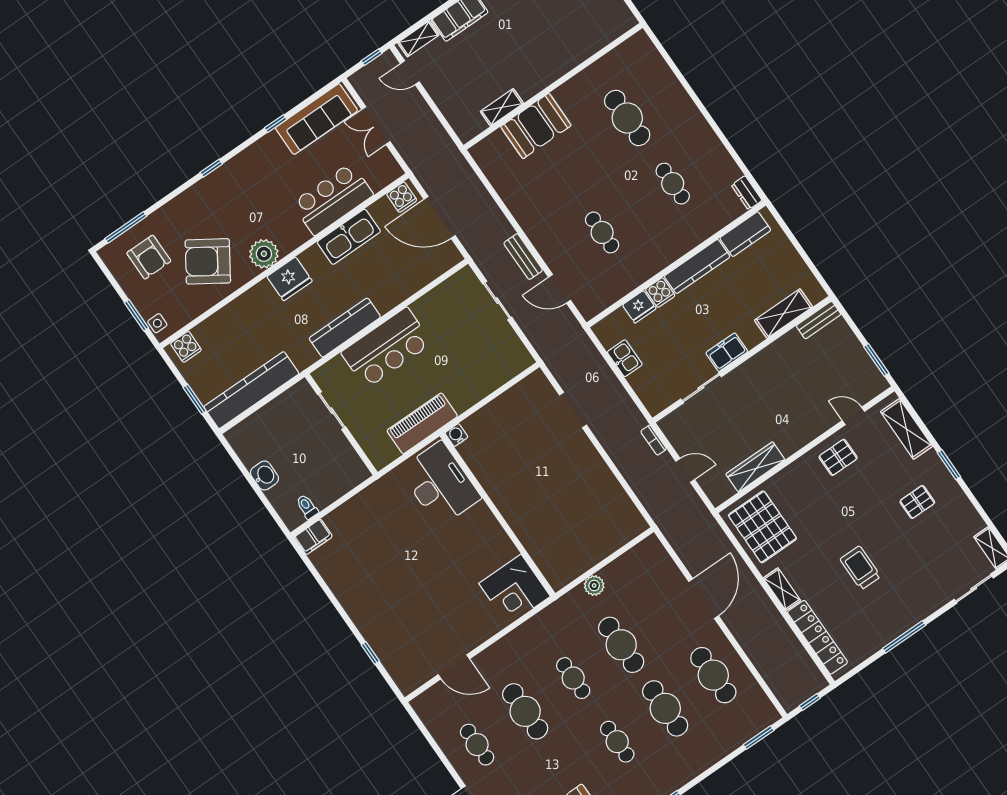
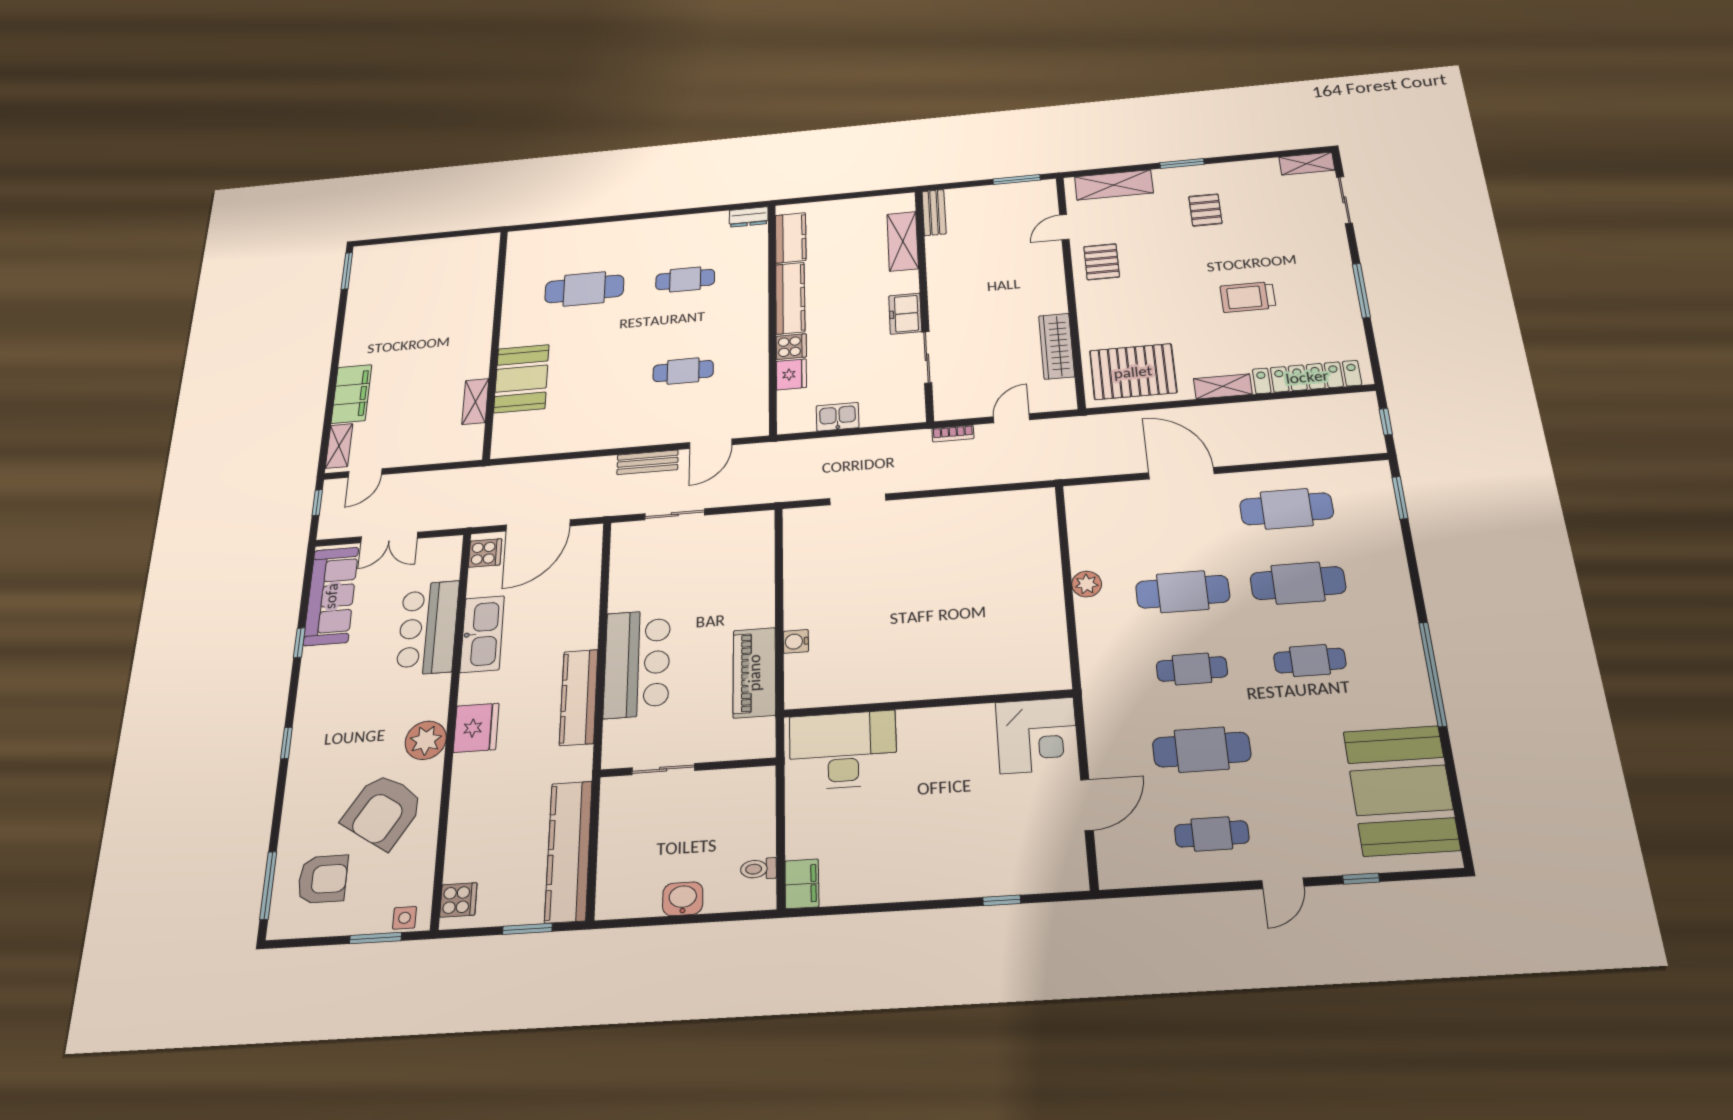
desk: (440, 484) -> (843, 750), moved
wall: (498, 515) -> (927, 703), moved
corner desk: (515, 590) -> (1037, 735), moved

